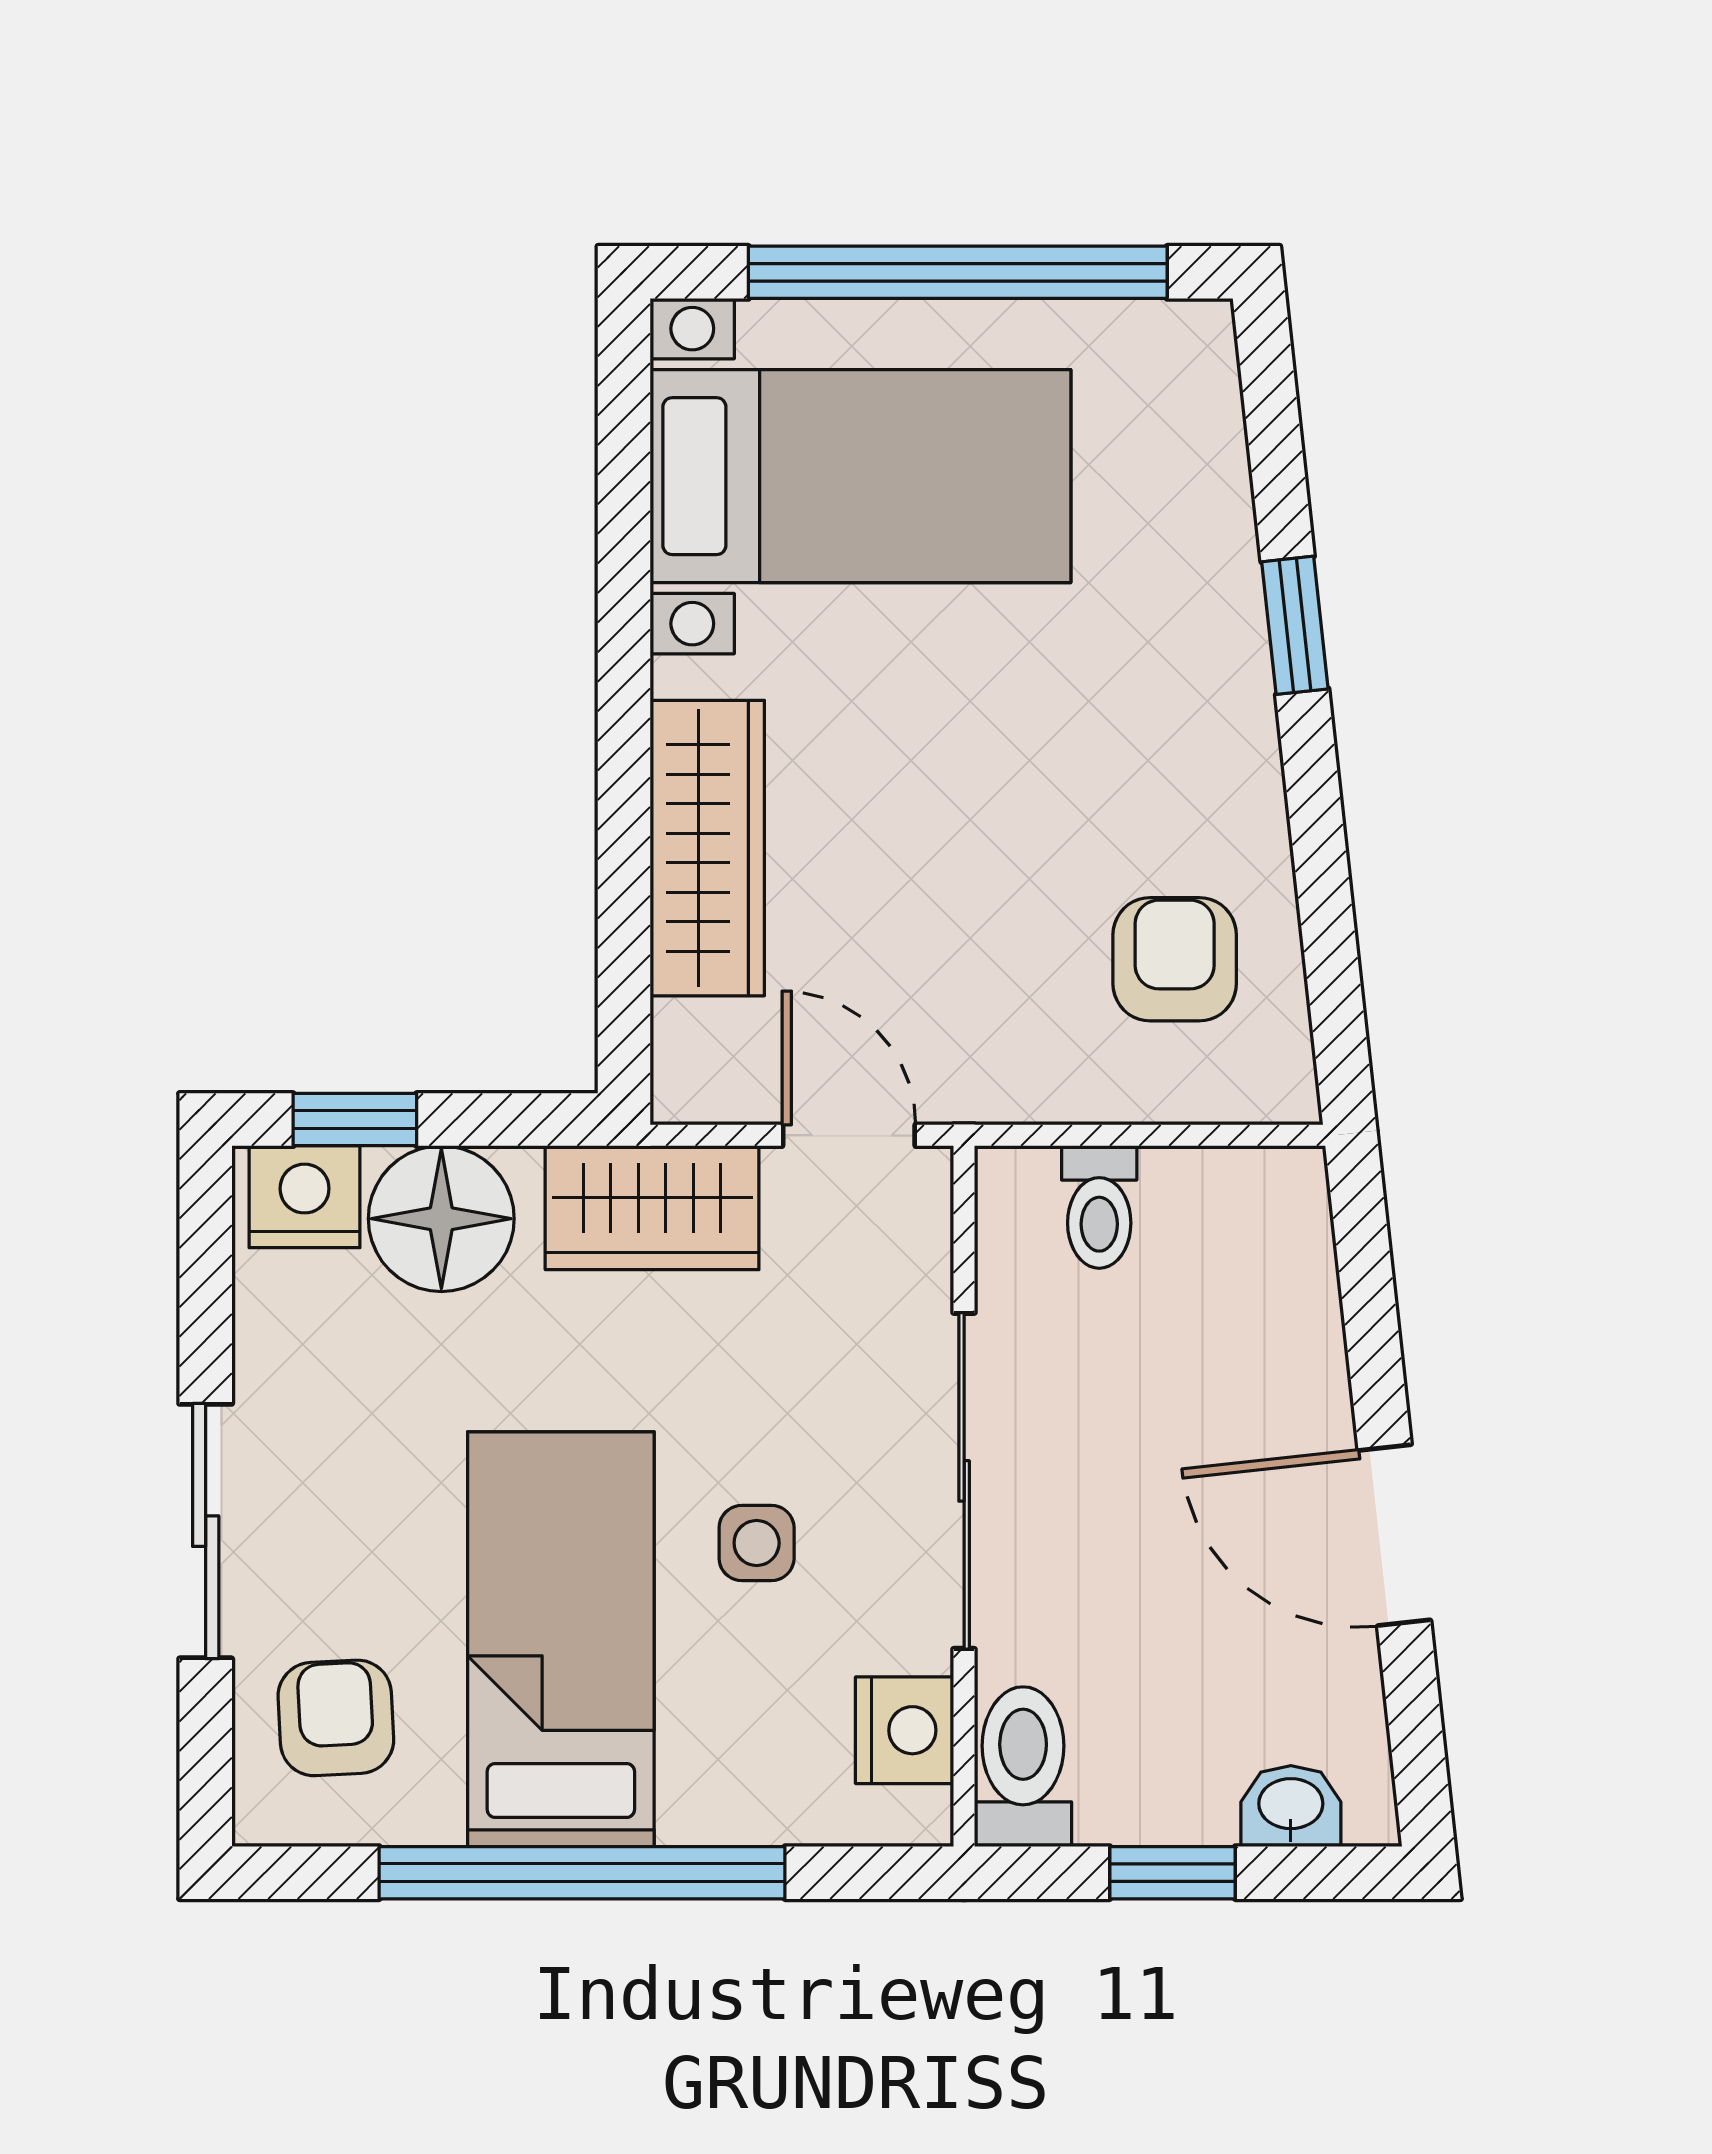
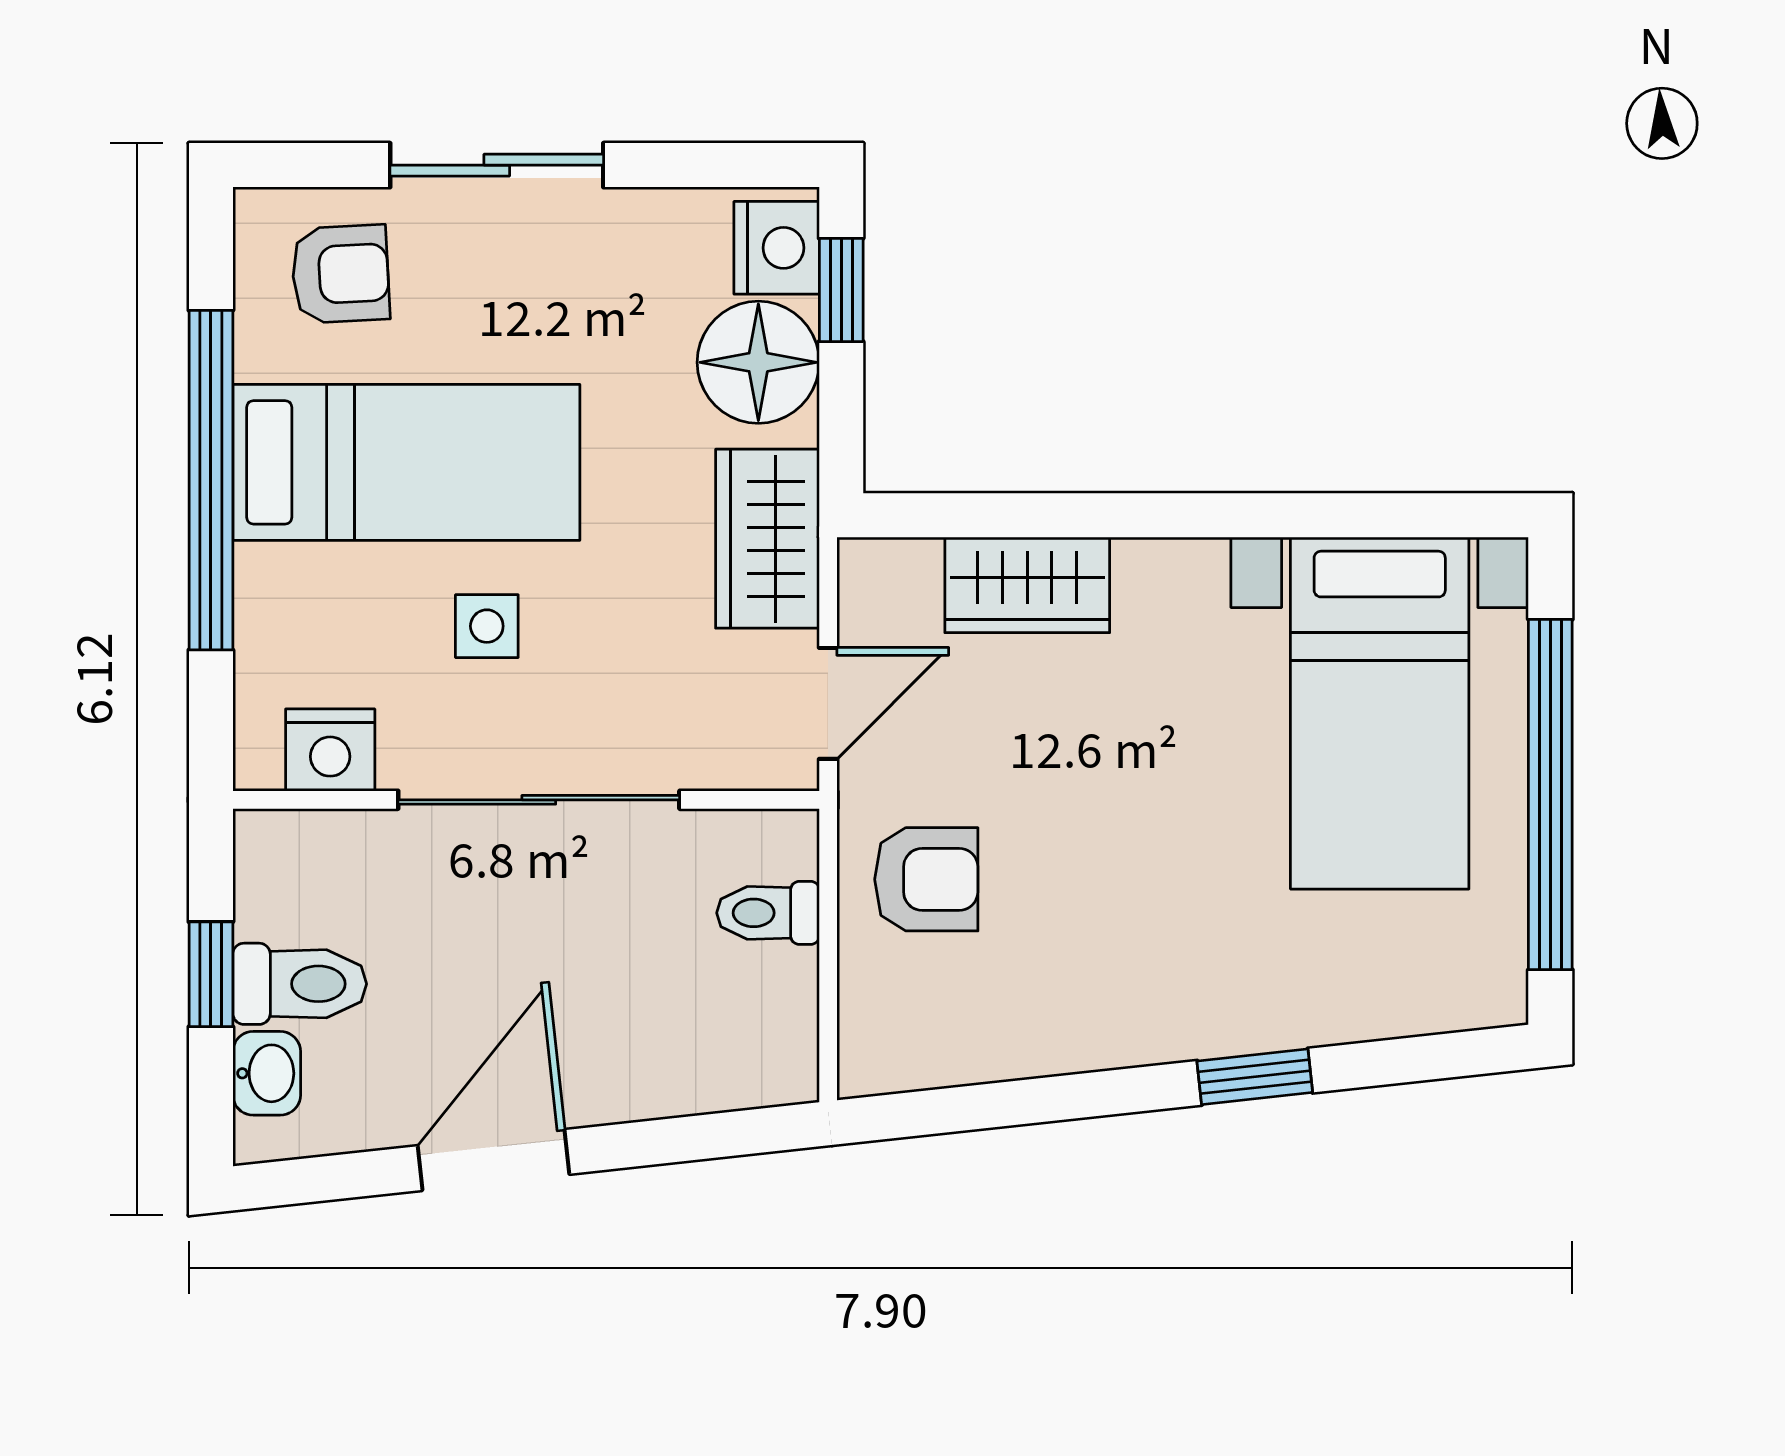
wardrobe: (707, 848) -> (1027, 585), width x0.67
armchair: (1175, 959) -> (926, 879), moved
toilet: (1023, 1767) -> (300, 984), moved

